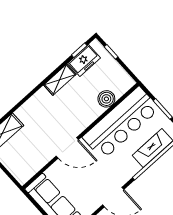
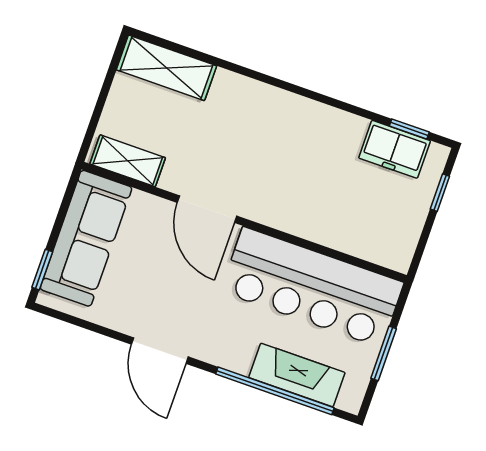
shelving: (60, 80) -> (128, 161), moved
boiler: (106, 99) -> (343, 233), removed

